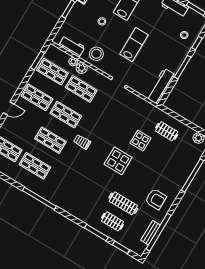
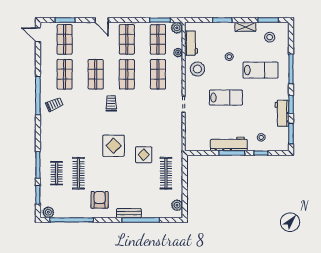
plant: (82, 68) -> (177, 28), moved
workbench: (161, 86) -> (229, 144), moved
clothes rail: (167, 131) -> (166, 173), width x1.36
trolley: (55, 189) -> (54, 104), added
armchair: (156, 199) -> (100, 200), turned 180
bench: (151, 233) -> (129, 213), moved
plant: (141, 248) -> (48, 212), added

